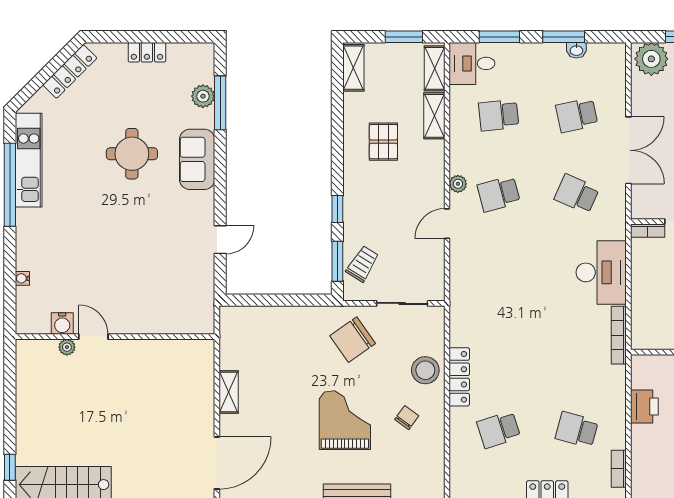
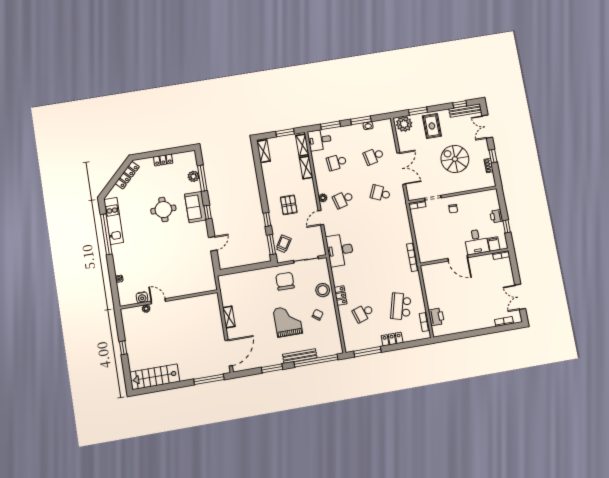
pallet: (383, 142) -> (289, 205), moved
window: (220, 174) -> (208, 212), added
desk: (601, 272) -> (340, 250), moved, turned 180
chair: (353, 340) -> (285, 281), turned 125
locker: (459, 377) -> (341, 296), width x0.66
printer: (644, 407) -> (436, 317), moved
school desk: (577, 430) -> (401, 306), width x1.85
window: (10, 467) -> (123, 348), moved

